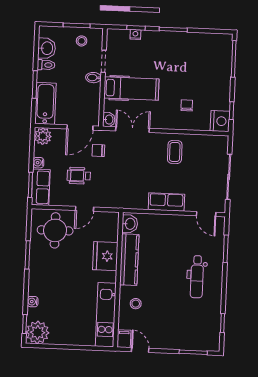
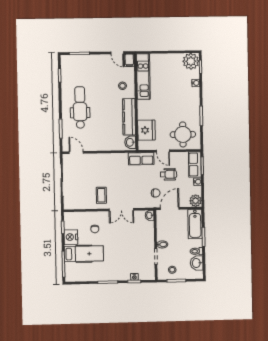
hospital bed: (131, 88) -> (84, 254), moved, turned 180
nightstand: (220, 121) -> (71, 237), moved
double door: (132, 130) -> (121, 210), moved
row of seats: (166, 202) -> (141, 159), moved
door: (85, 209) -> (163, 151), swing flipped
fridge: (105, 256) -> (146, 130), moved
dental chair: (197, 277) -> (80, 107), width x1.36, depth x1.38

